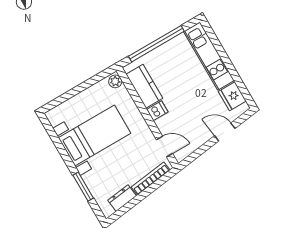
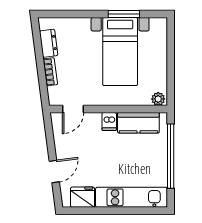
bookcase: (151, 179) -> (50, 72), width x0.64
window: (83, 187) -> (124, 14), moved

